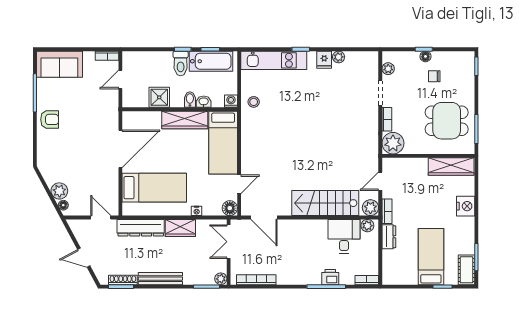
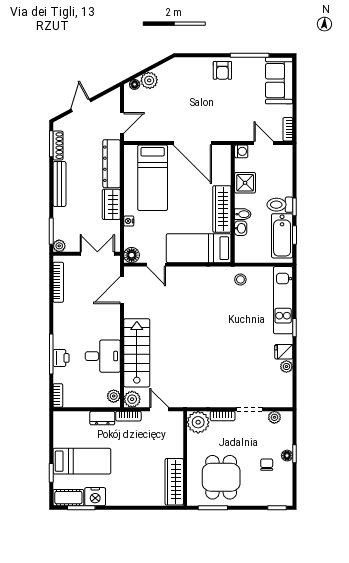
washing machine: (231, 101) -> (241, 151), moved
nightstand: (466, 206) -> (95, 497), moved
desk: (344, 236) -> (103, 356), moved

